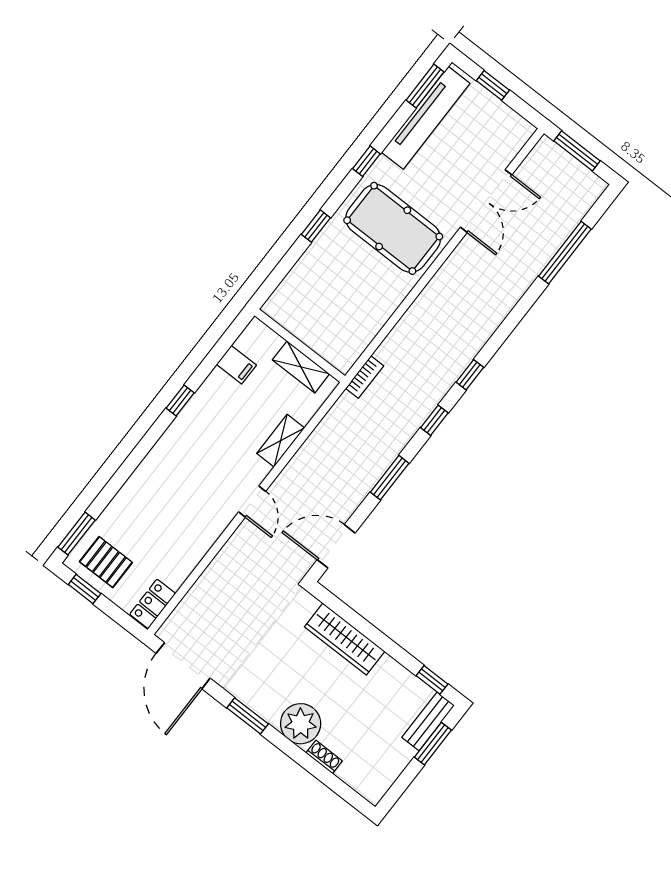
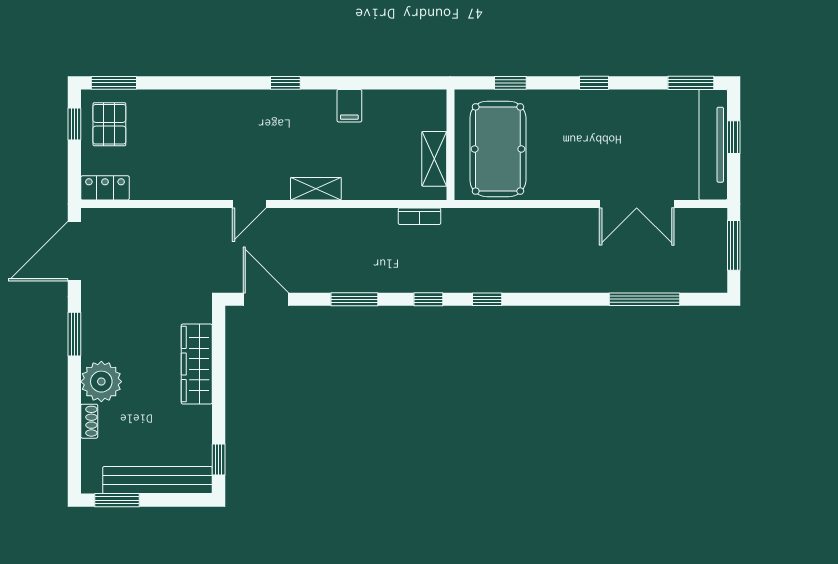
tv unit: (426, 118) -> (713, 145), moved, turned 90
pool table: (393, 228) -> (498, 149), moved
wall: (300, 346) -> (450, 145), moved
shelving: (301, 367) -> (434, 159), moved
bench: (428, 721) -> (157, 480), width x1.86, depth x1.21
window: (433, 744) -> (117, 500), moved

